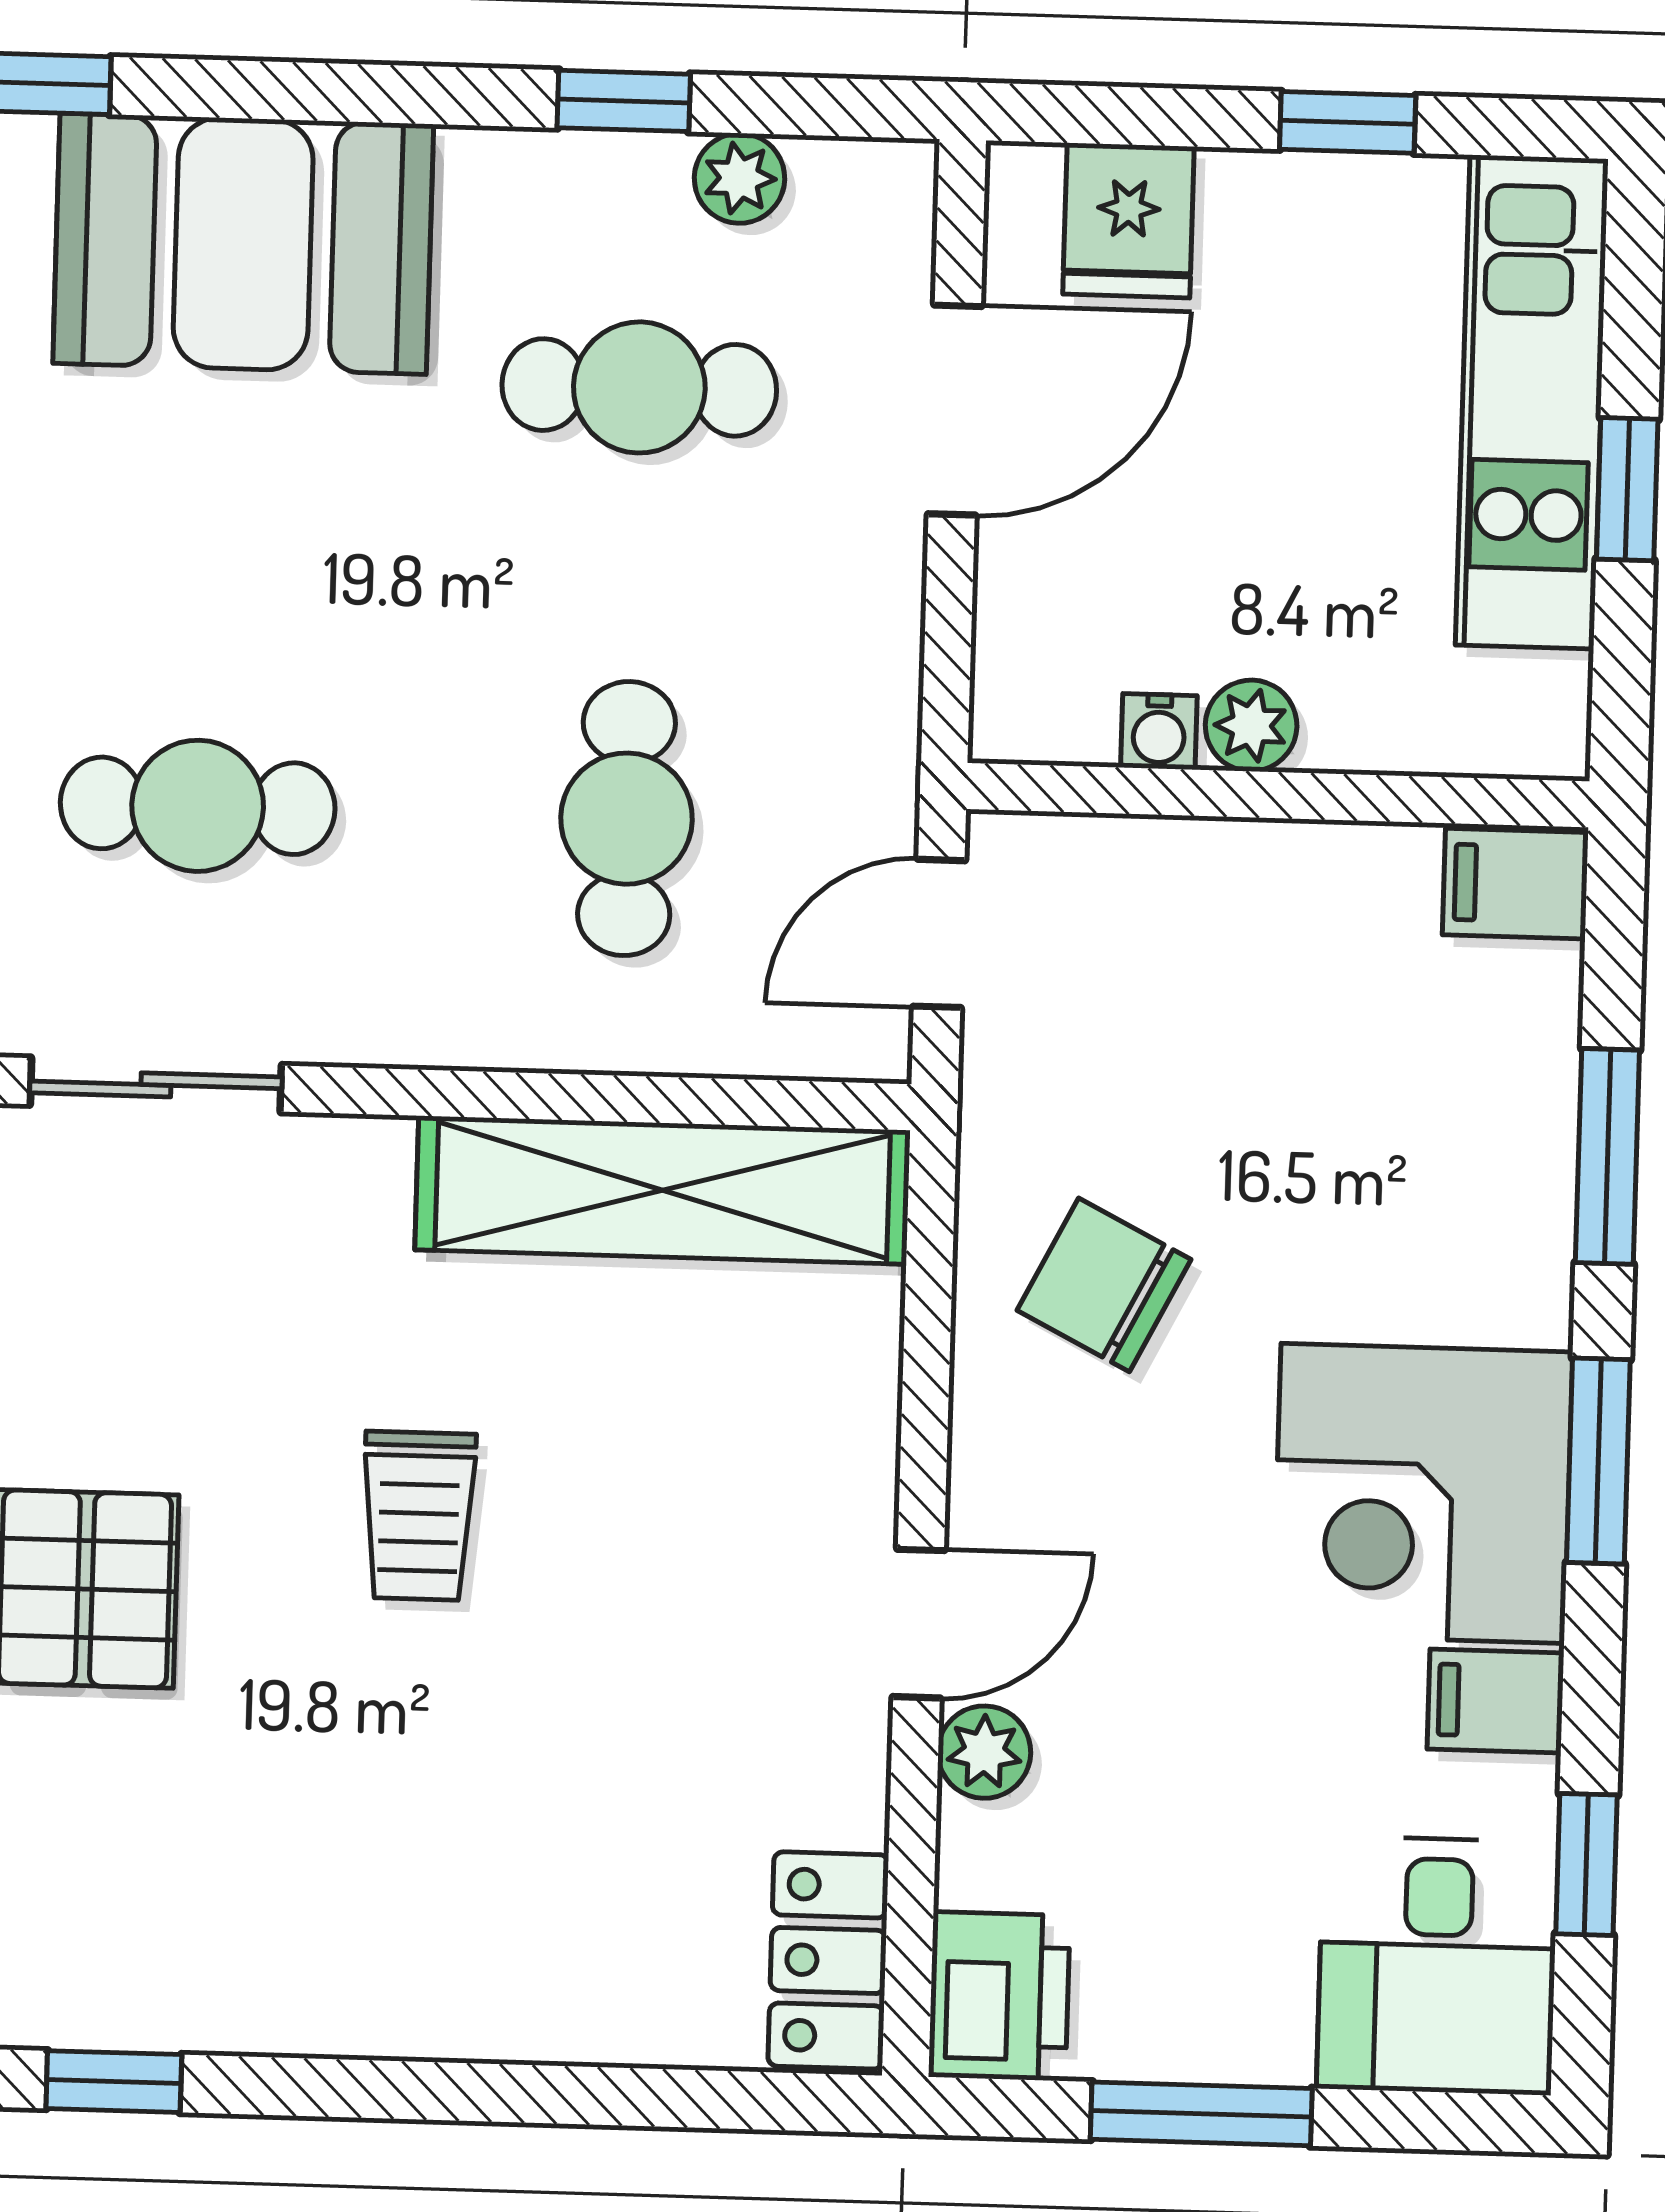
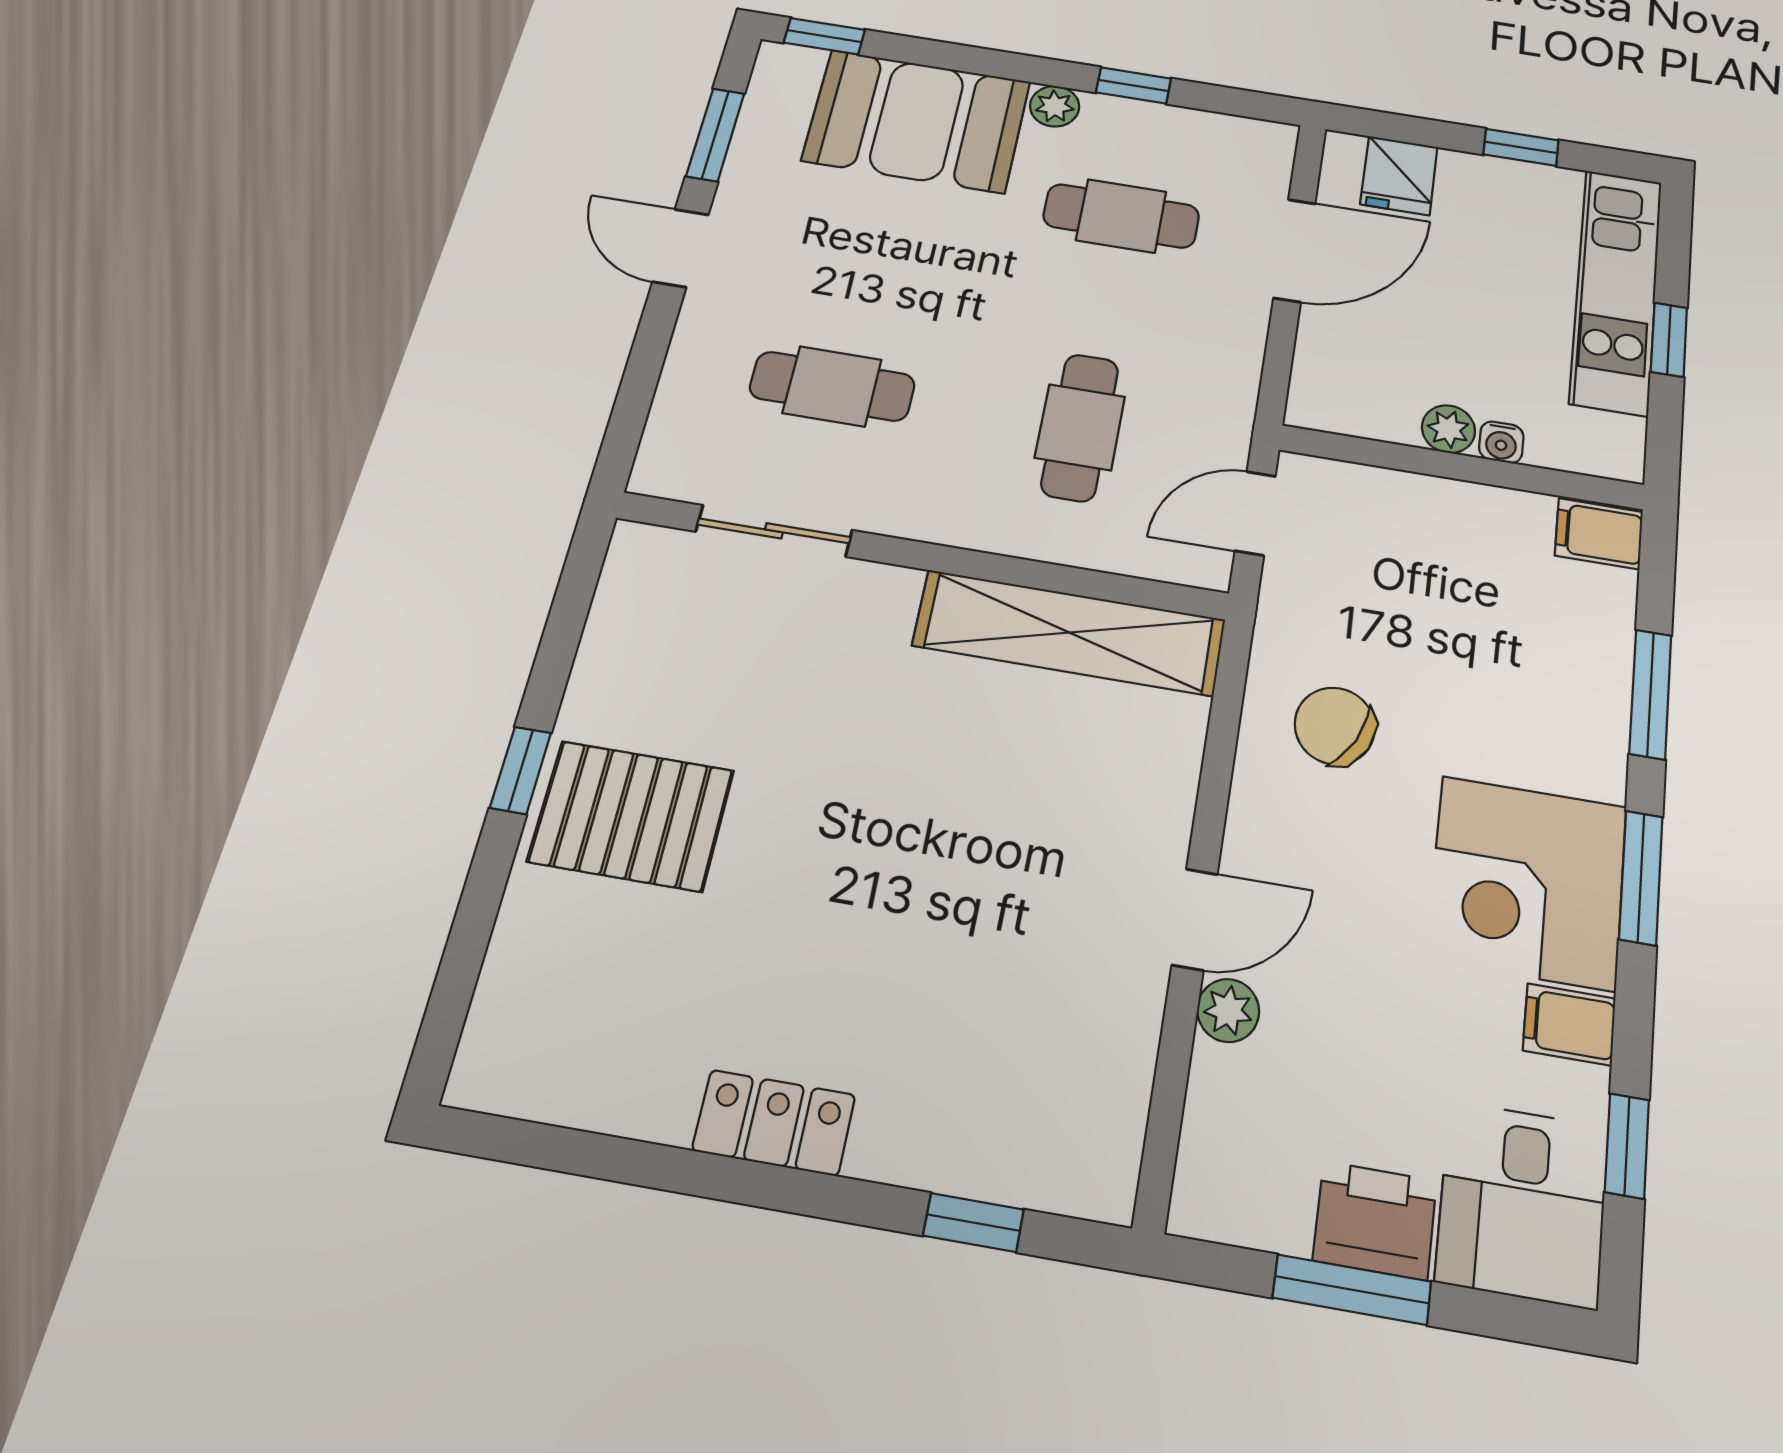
plant: (739, 178) -> (1055, 106), moved
water cooler: (1159, 731) -> (1501, 442), moved
trolley: (419, 1516) -> (884, 805), removed
locker: (828, 1960) -> (774, 1123), moved, turned 90
printer: (999, 1996) -> (1375, 1220), moved, turned -90
window: (114, 2082) -> (973, 1223), moved

